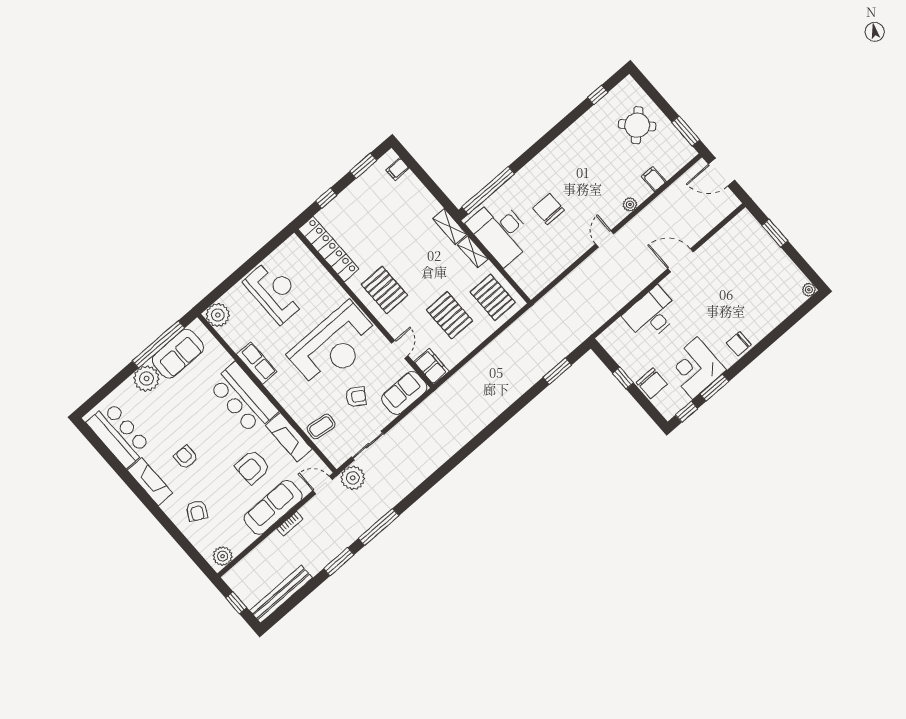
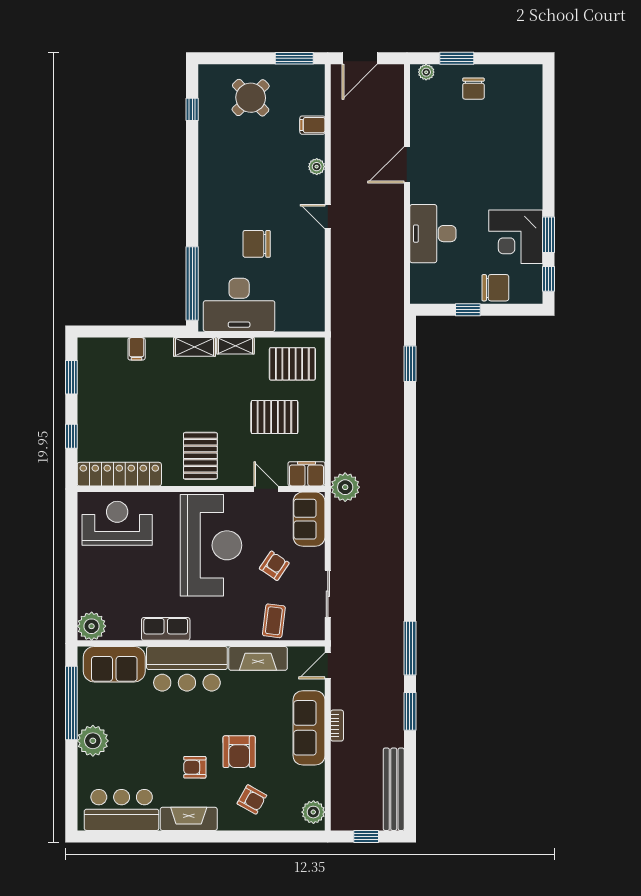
filing cabinet: (397, 169) -> (137, 349), moved
pallet: (384, 290) -> (200, 456), turned 90
plant: (809, 290) -> (426, 72), moved
reception desk: (275, 292) -> (117, 523), moved
chair: (739, 344) -> (473, 89), moved
sofa: (178, 354) -> (114, 664), moved, turned 90
armchair: (253, 467) -> (239, 752), moved
plant: (353, 478) -> (345, 487), moved

